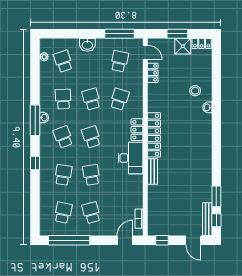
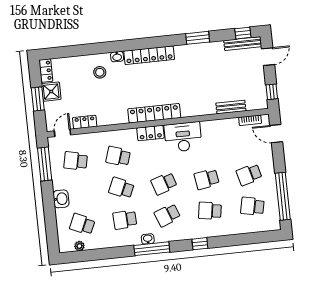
school desk: (63, 61) -> (82, 224), turned 42
school desk: (91, 99) -> (121, 188), turned 39
locker: (206, 136) -> (149, 55), added
bench: (152, 171) -> (231, 107), moved
window: (216, 196) -> (198, 38), moved

